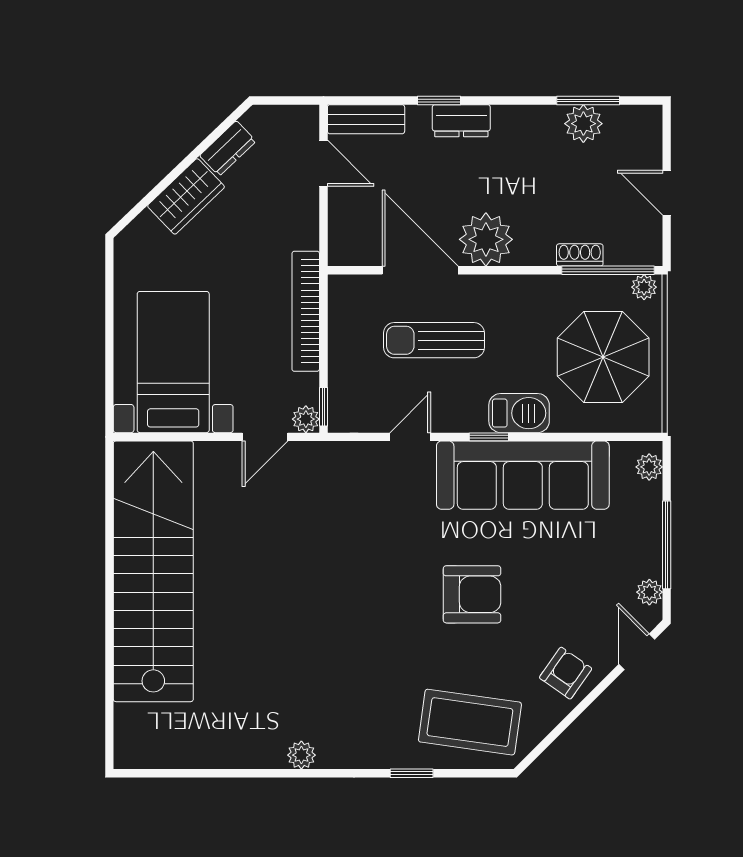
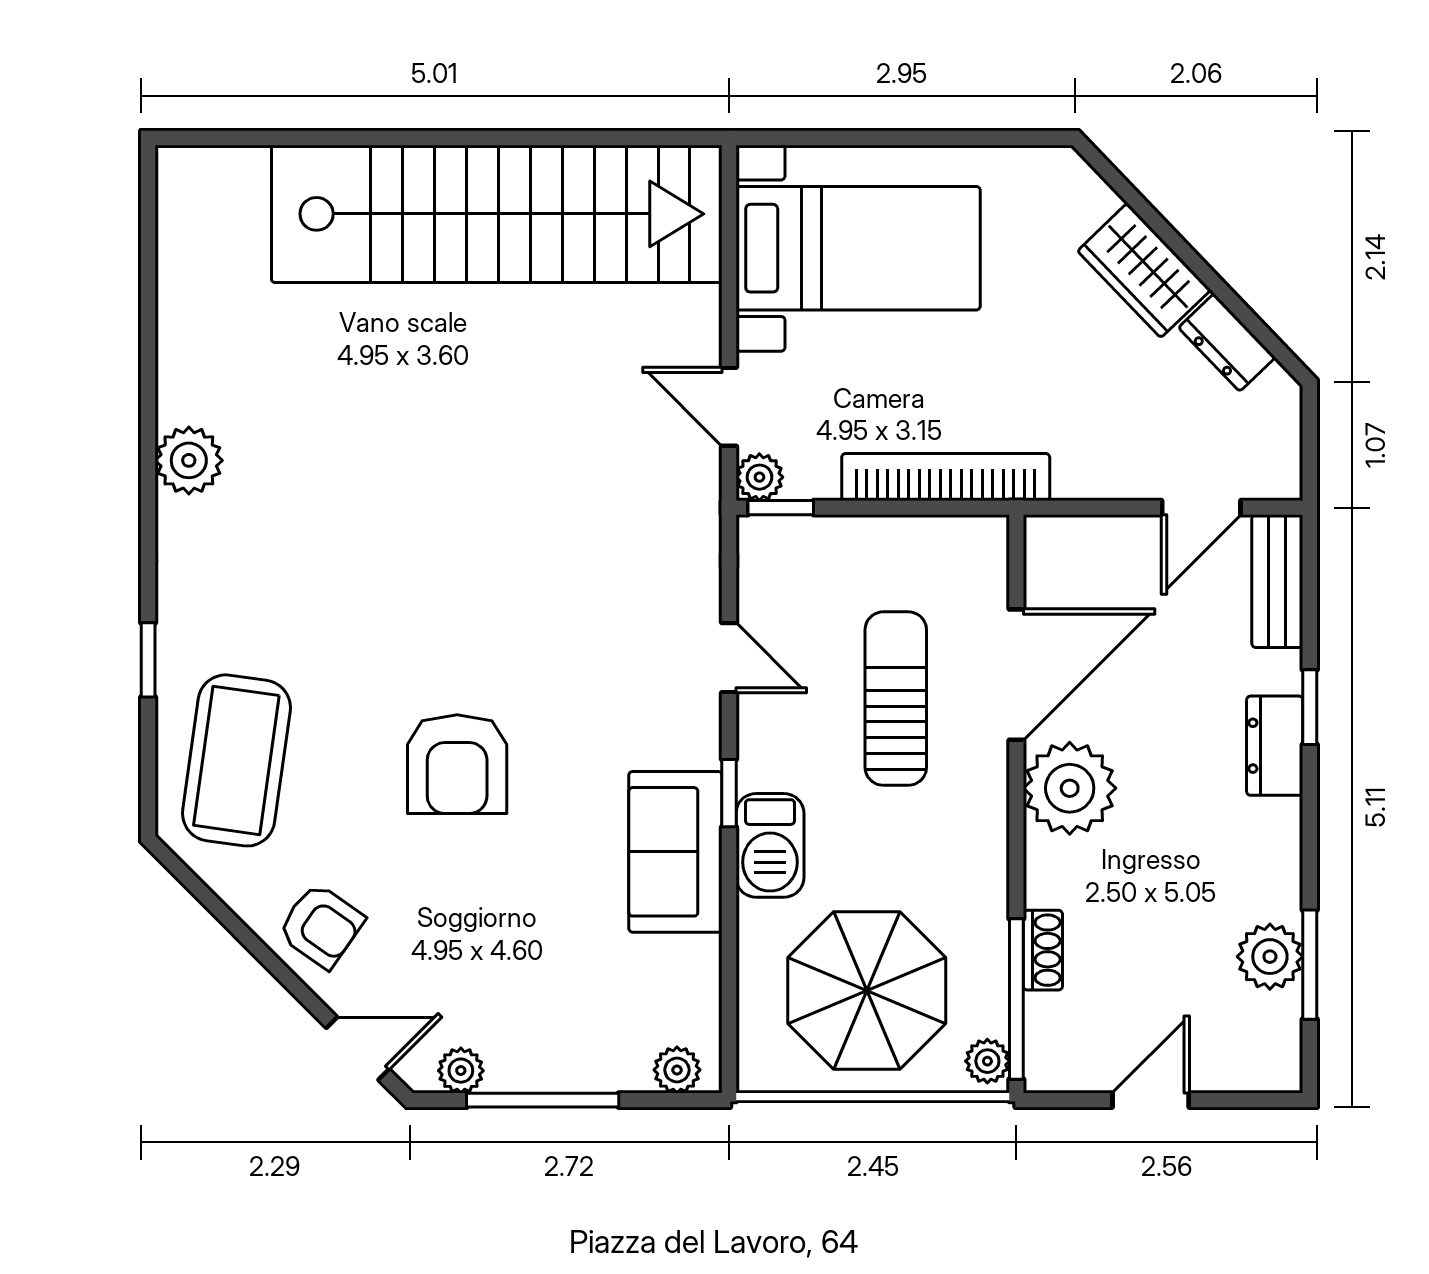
sofa: (523, 475) -> (675, 852), width x0.54, depth x0.79
plant: (301, 755) -> (189, 460), width x1.38, depth x1.38

